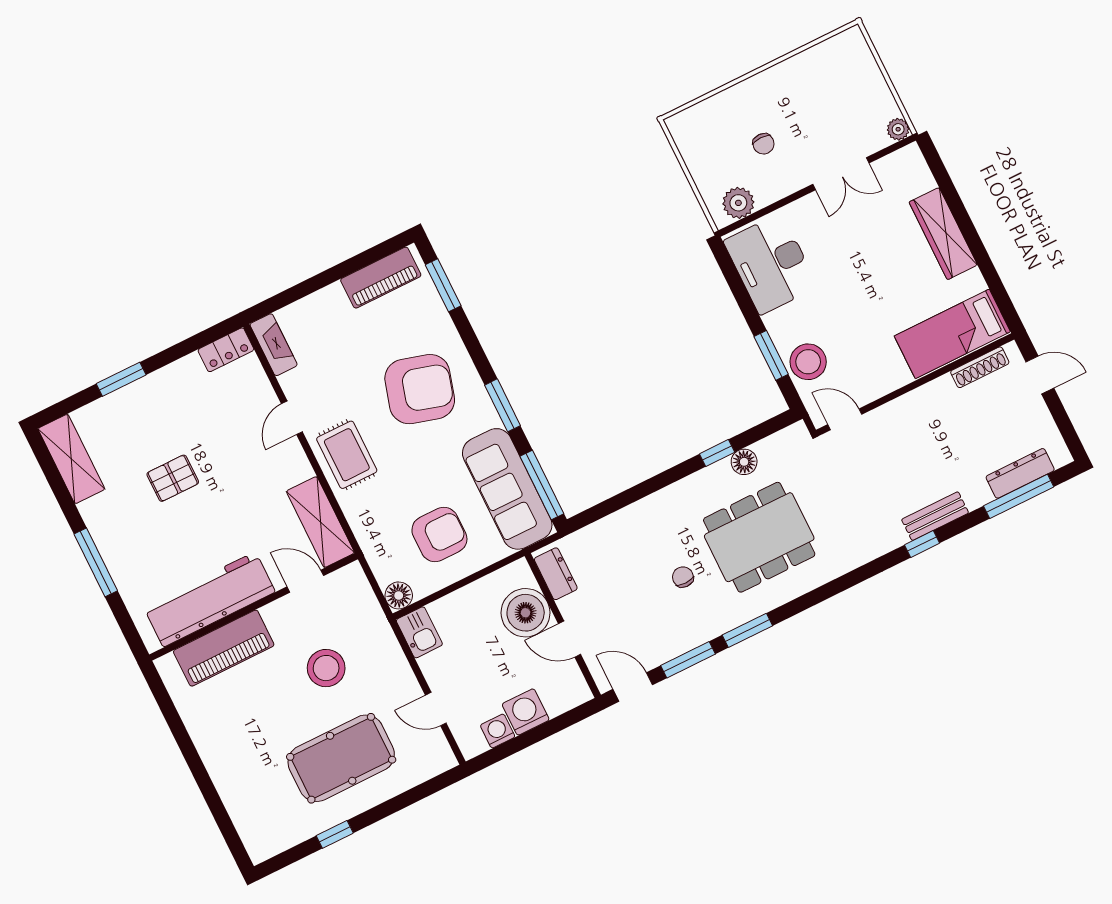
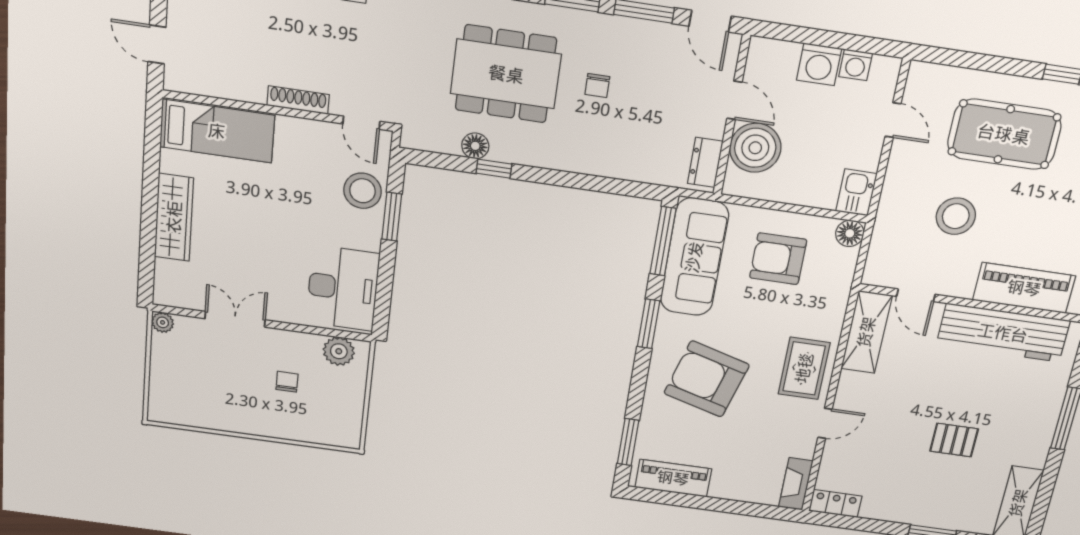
shoe rack: (980, 367) -> (298, 100), moved

